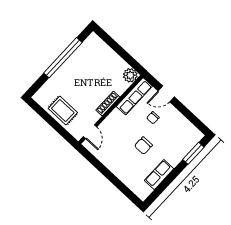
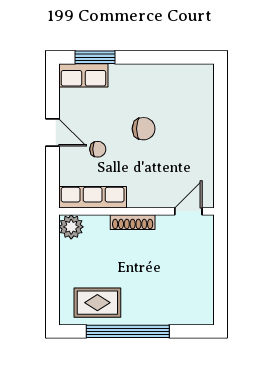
door: (166, 94) -> (53, 133), moved
rug: (63, 111) -> (97, 303), moved, turned 90
row of seats: (159, 175) -> (83, 75), moved

